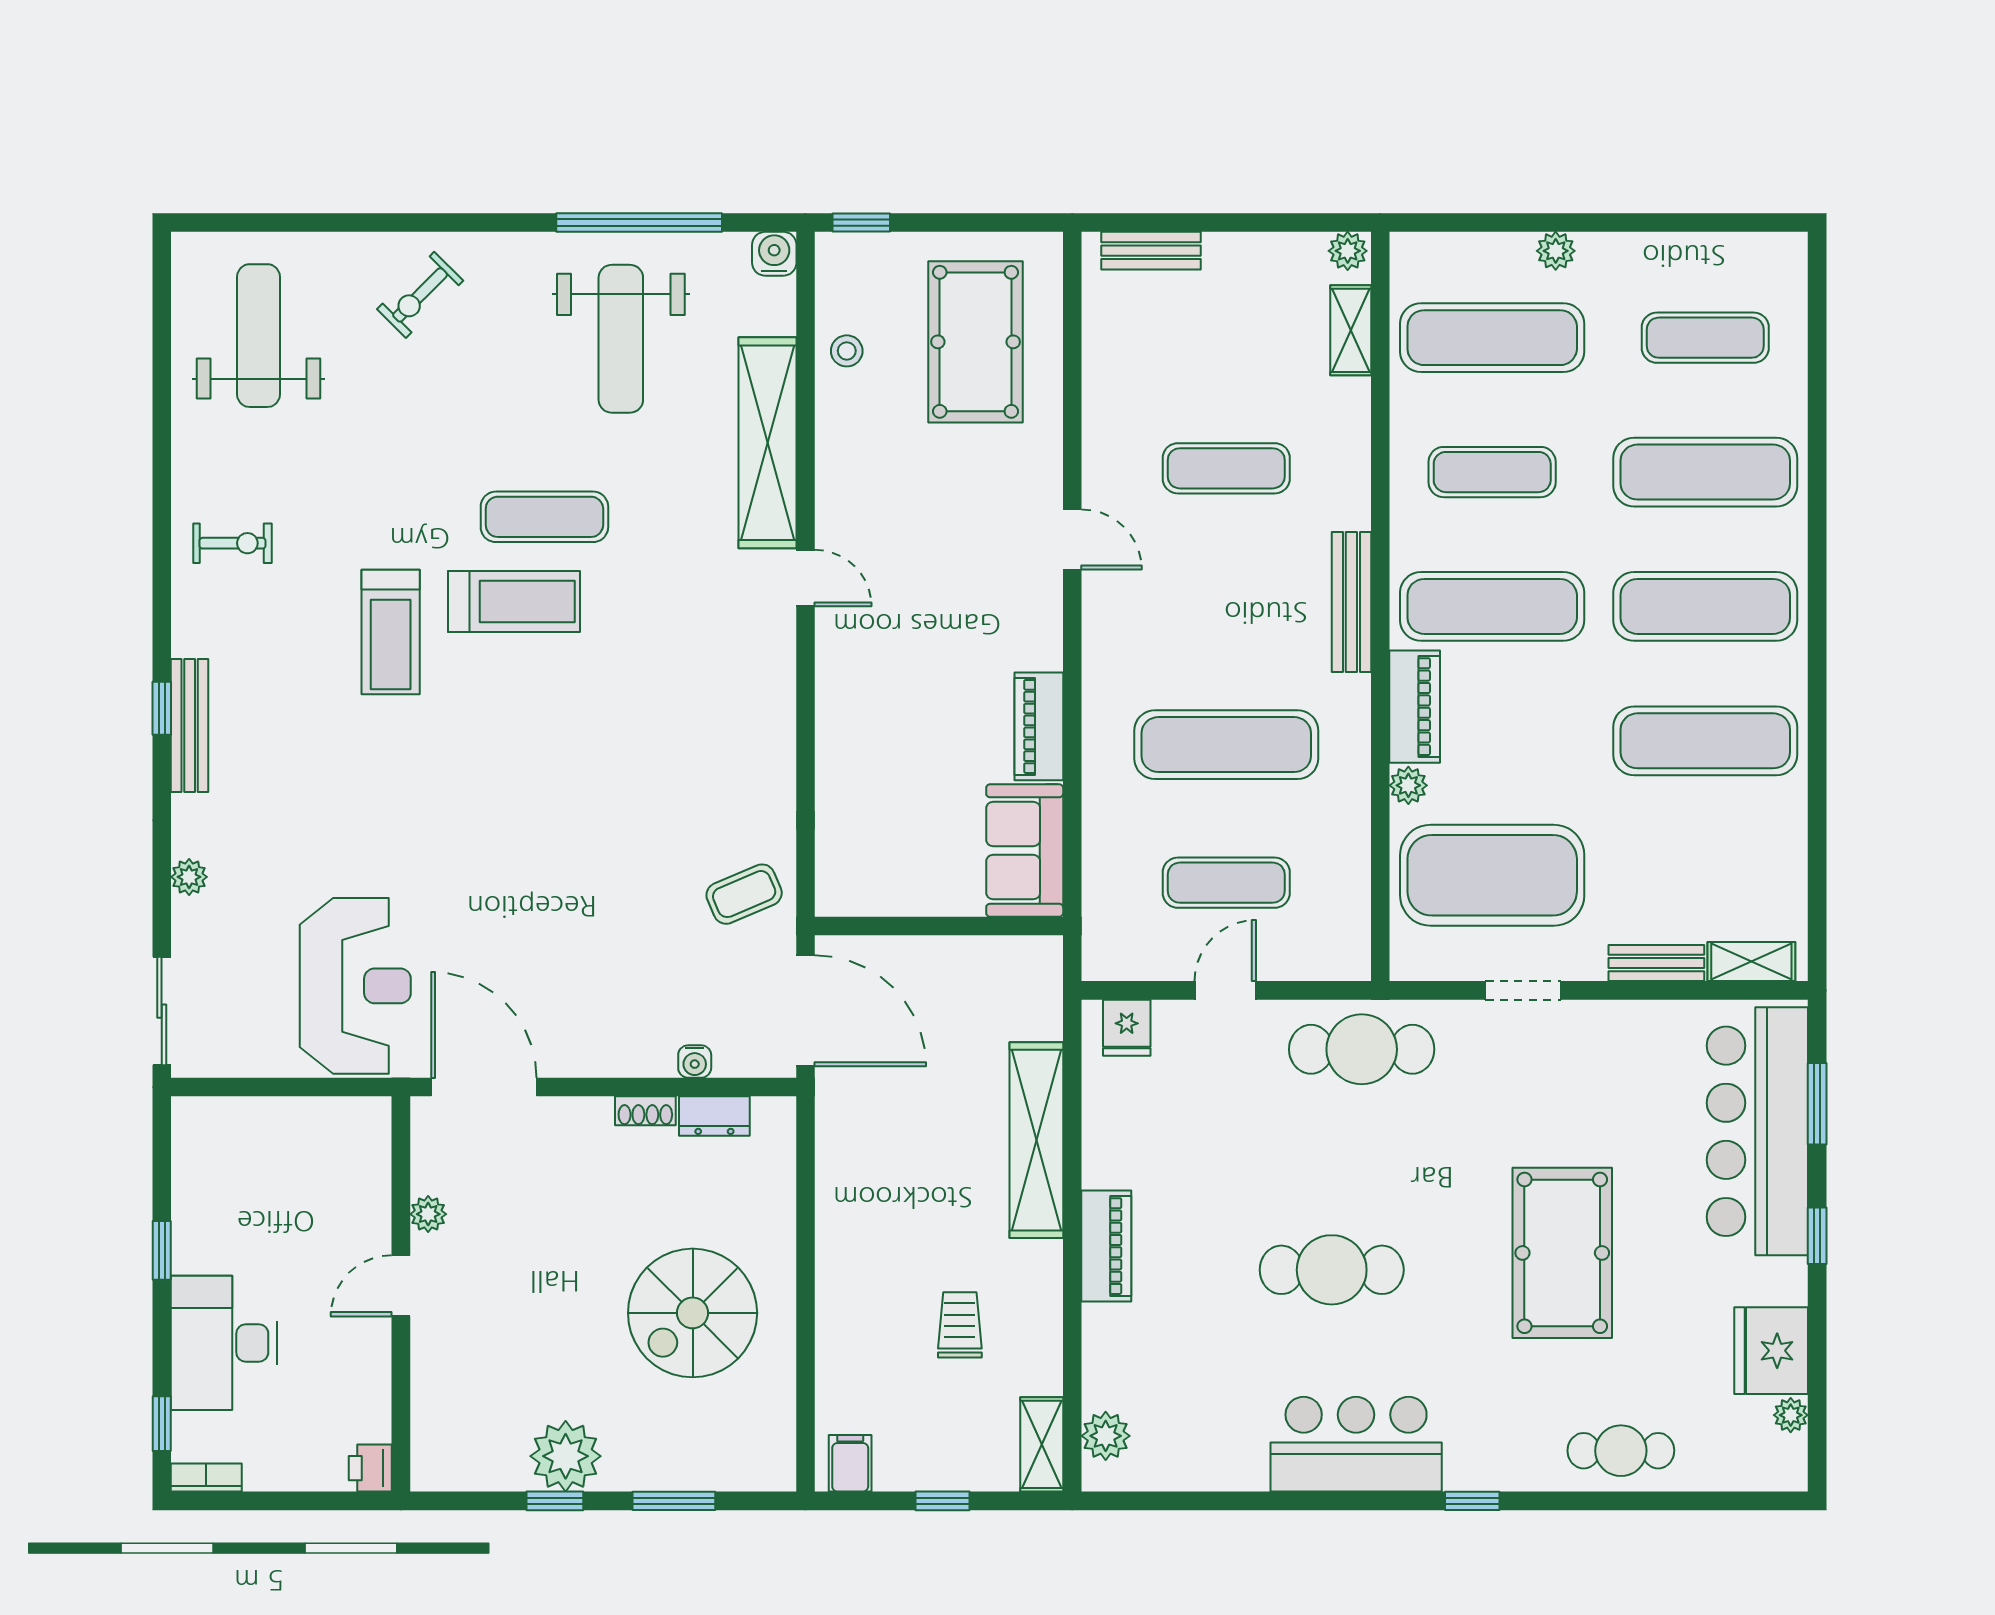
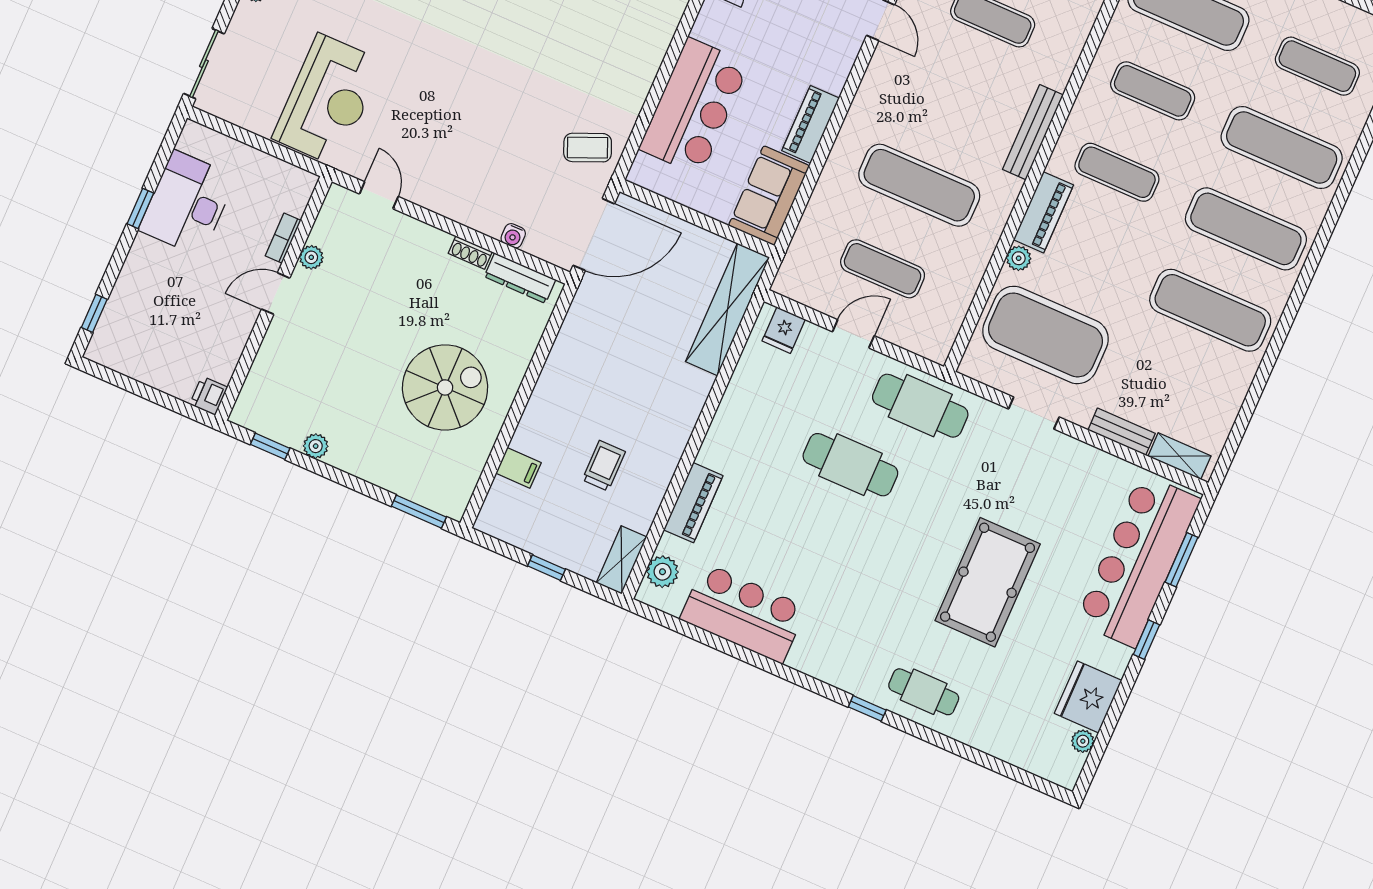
exercise mat: (1492, 606) -> (1117, 172), width x0.73, depth x0.69
bar counter: (867, 772) -> (694, 106), added
door: (805, 1011) -> (594, 235), hinge flipped
door: (484, 1087) -> (379, 195), width x0.53
dresser: (714, 1116) -> (520, 278), width x1.44
shelving: (1036, 1140) -> (727, 309), moved
piano: (1106, 1246) -> (693, 503), moved
cafe table: (1332, 1270) -> (850, 465), moved
spiral stairs: (693, 1313) -> (445, 387), turned 180
desk: (224, 1343) -> (187, 203), moved
bar counter: (1356, 1444) -> (743, 613), moved
cafe table: (1621, 1451) -> (924, 692), moved
plant: (566, 1456) -> (316, 446), width x0.53, depth x0.53
filing cabinet: (850, 1463) -> (518, 468), moved, turned 90
bookcase: (206, 1477) -> (283, 238), moved, turned -90
window: (555, 1501) -> (270, 446), moved
window: (674, 1501) -> (419, 512), moved

